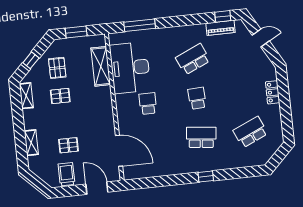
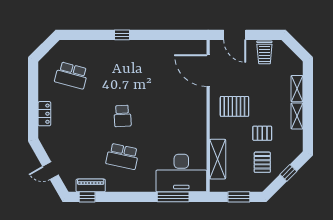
school desk: (193, 59) -> (122, 156), turned 36
desk: (130, 68) -> (181, 173), moved, turned 90
shelving: (26, 96) -> (297, 116), moved
school desk: (148, 104) -> (173, 116), removed
school desk: (250, 132) -> (71, 75), turned 39
school desk: (201, 137) -> (122, 75), removed
pallet: (68, 145) -> (234, 106), moved, width x1.50, depth x1.42

